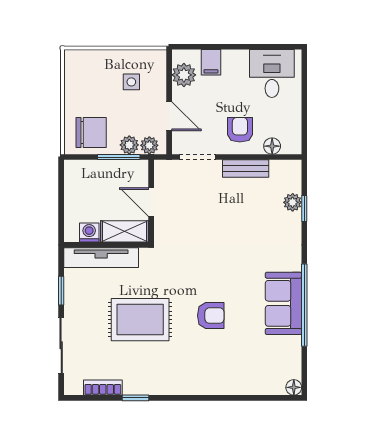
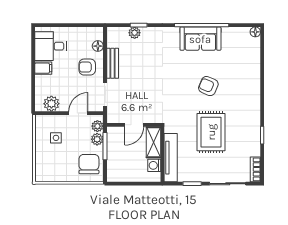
filing cabinet: (211, 62) -> (43, 68), moved
armchair: (211, 316) -> (208, 86), turned -67
bookcase: (103, 388) -> (255, 169), moved

